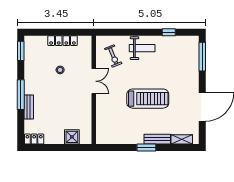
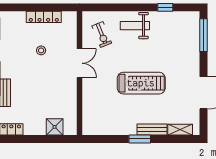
weight bench: (142, 48) -> (135, 26), turned 180

